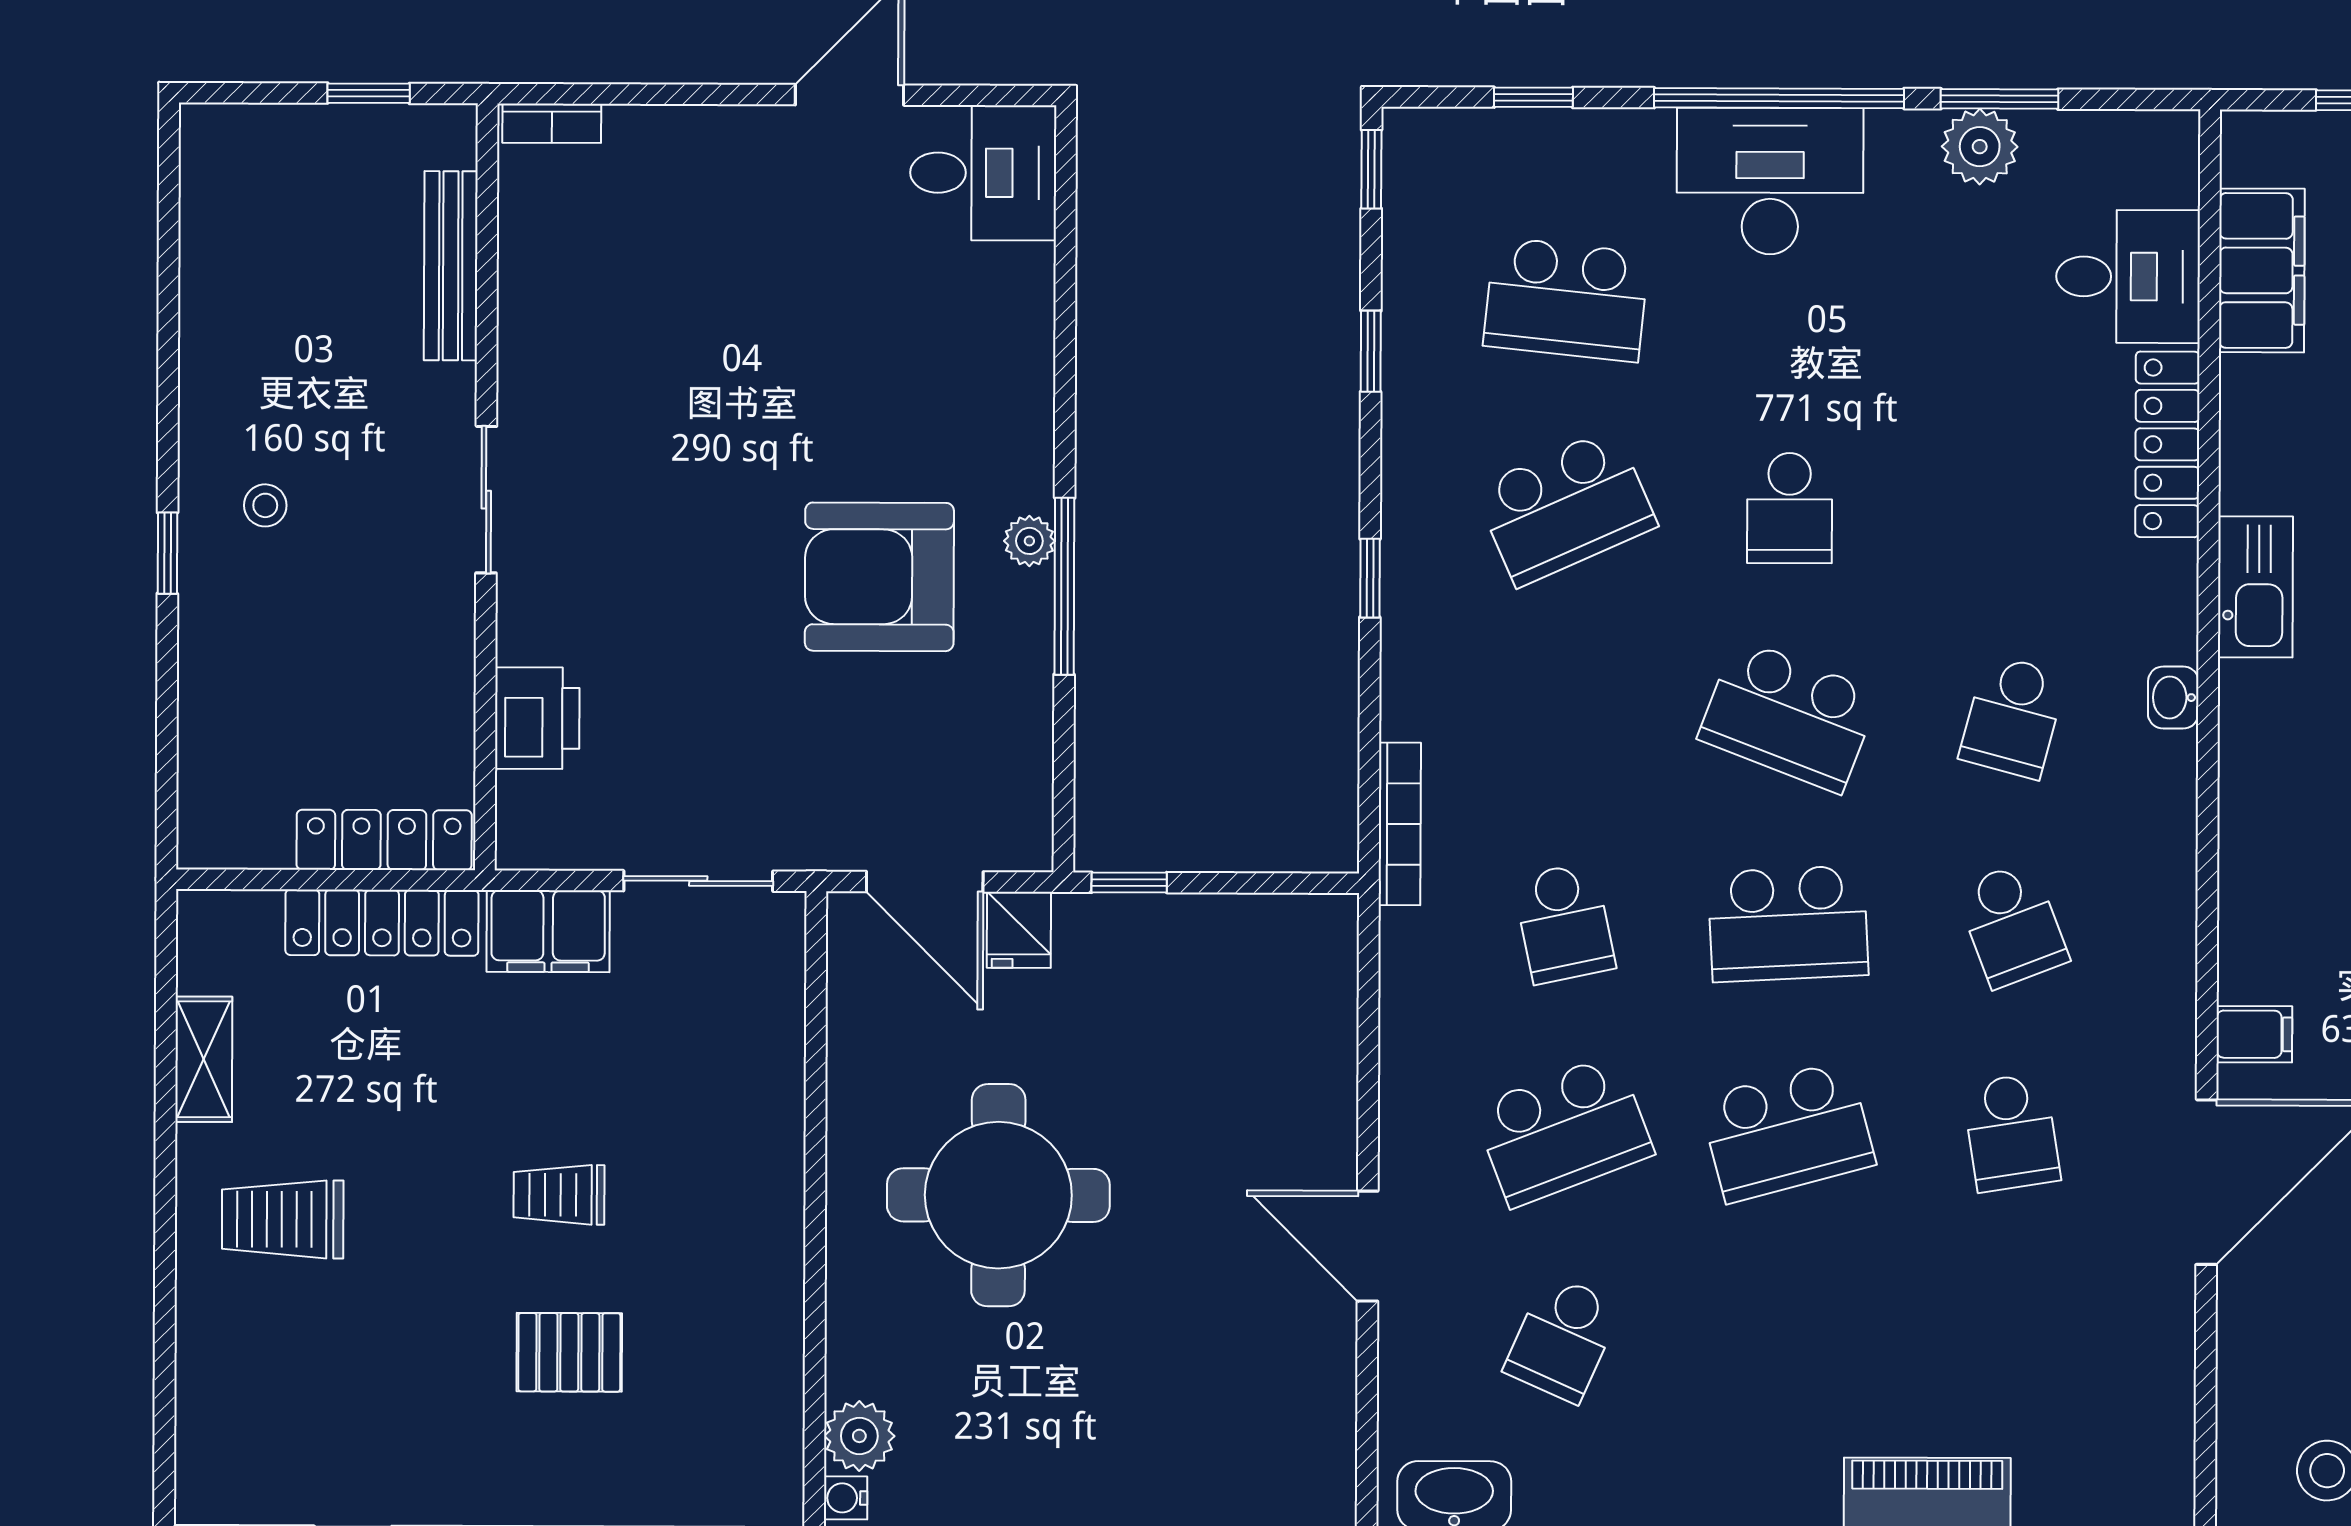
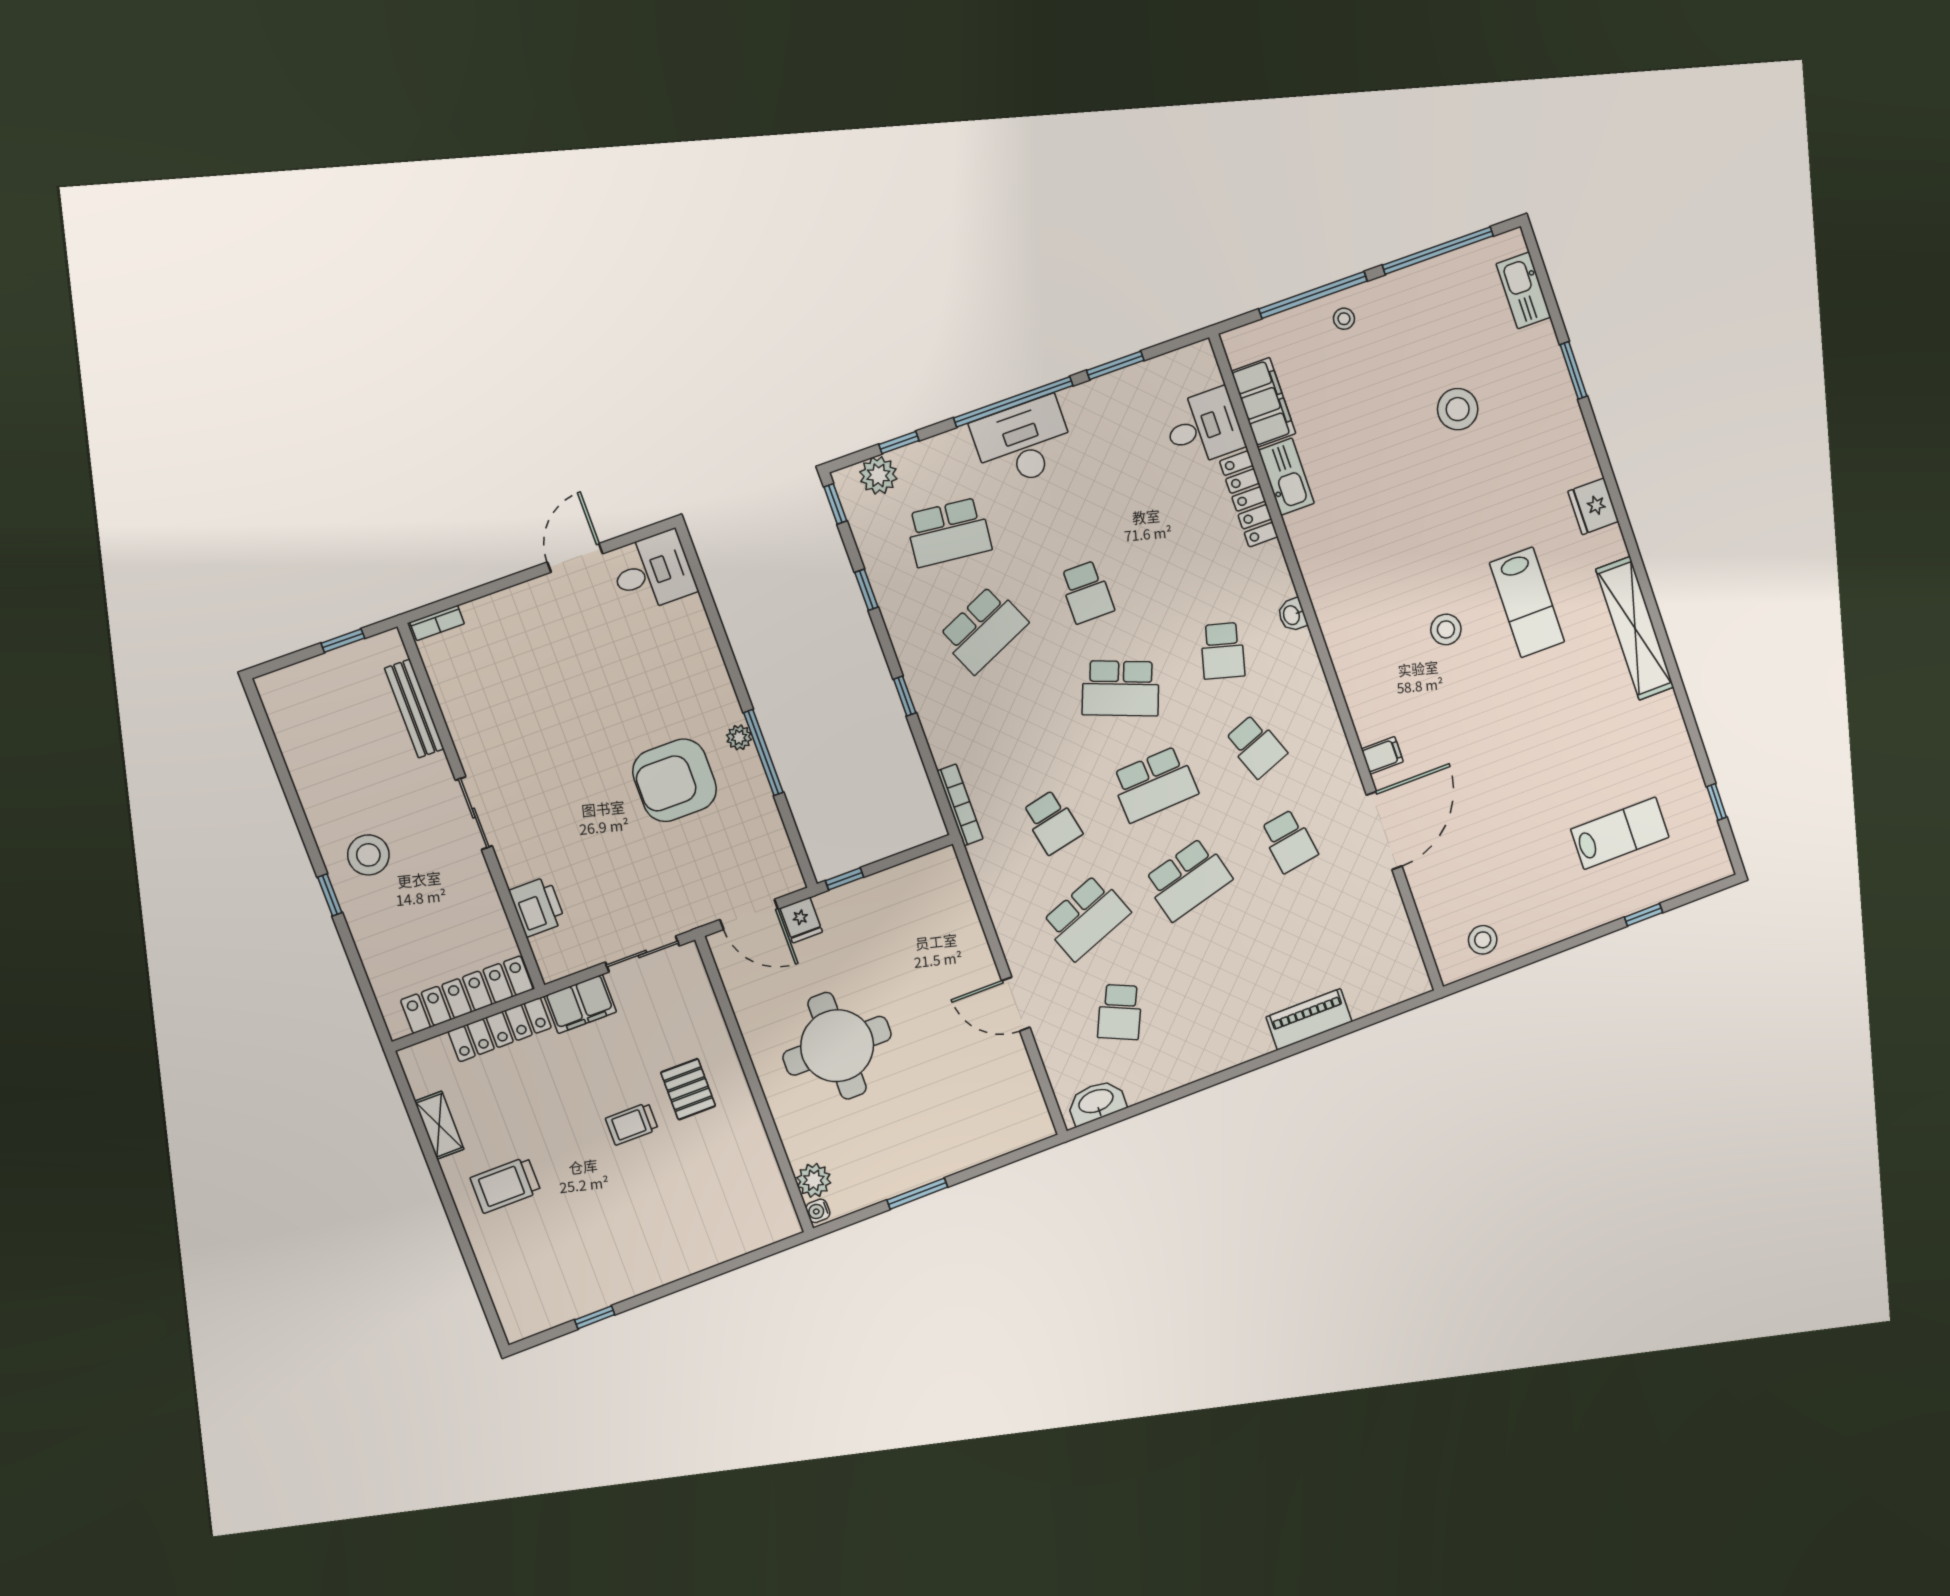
plant: (1980, 147) -> (878, 475), moved
stool: (265, 505) -> (368, 855), width x1.89, depth x1.89
kitchen sink: (2255, 587) -> (1286, 477), moved
locker: (384, 840) -> (467, 995), width x1.41, depth x1.21
pallet: (569, 1352) -> (688, 1089), moved, turned 90

